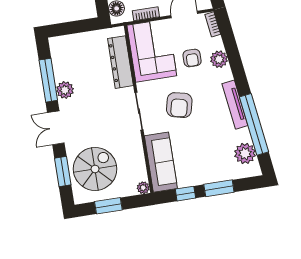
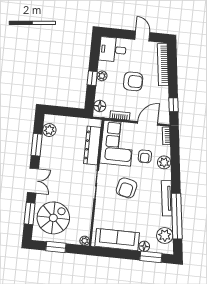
window: (48, 80) -> (37, 145), width x0.69
plant: (65, 90) -> (49, 130), moved
double door: (56, 128) -> (33, 181), swing flipped
sofa: (161, 162) -> (117, 240), moved, turned -90
floor lamp: (222, 174) -> (144, 246), added
window: (219, 188) -> (151, 257), moved
window: (185, 194) -> (114, 253), removed

